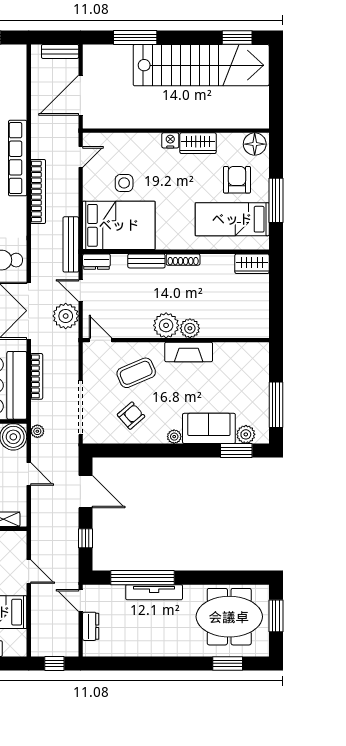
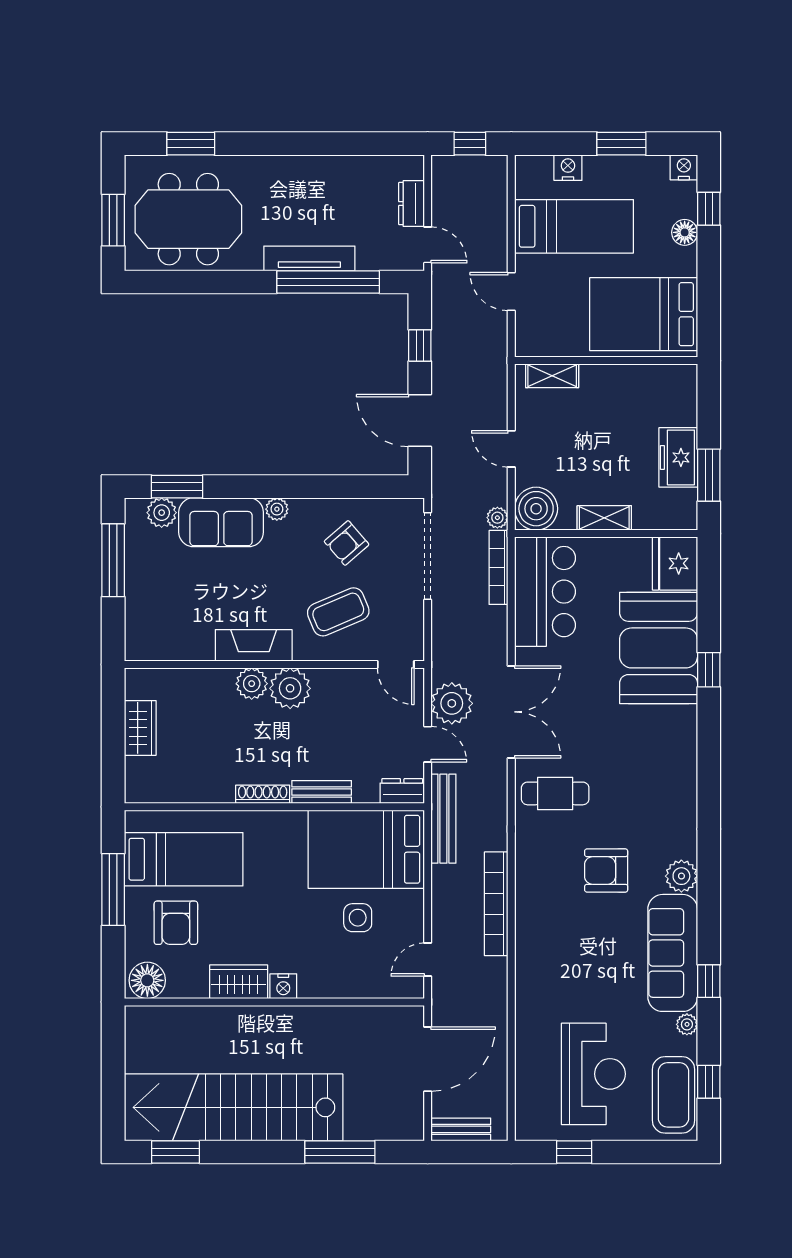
row of seats: (18, 158) -> (529, 958), removed
wardrobe: (252, 264) -> (140, 728), moved, turned 90
bookcase: (37, 376) -> (498, 567), moved

